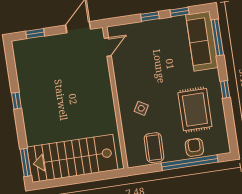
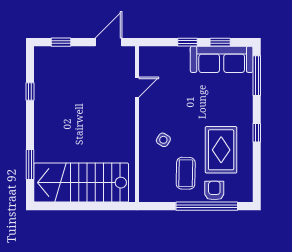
sofa: (202, 41) -> (222, 59), moved, turned -90
door: (108, 47) -> (137, 87), moved
window: (16, 101) -> (30, 92), moved
coffee table: (154, 148) -> (186, 173), moved
window: (26, 162) -> (30, 164), moved

